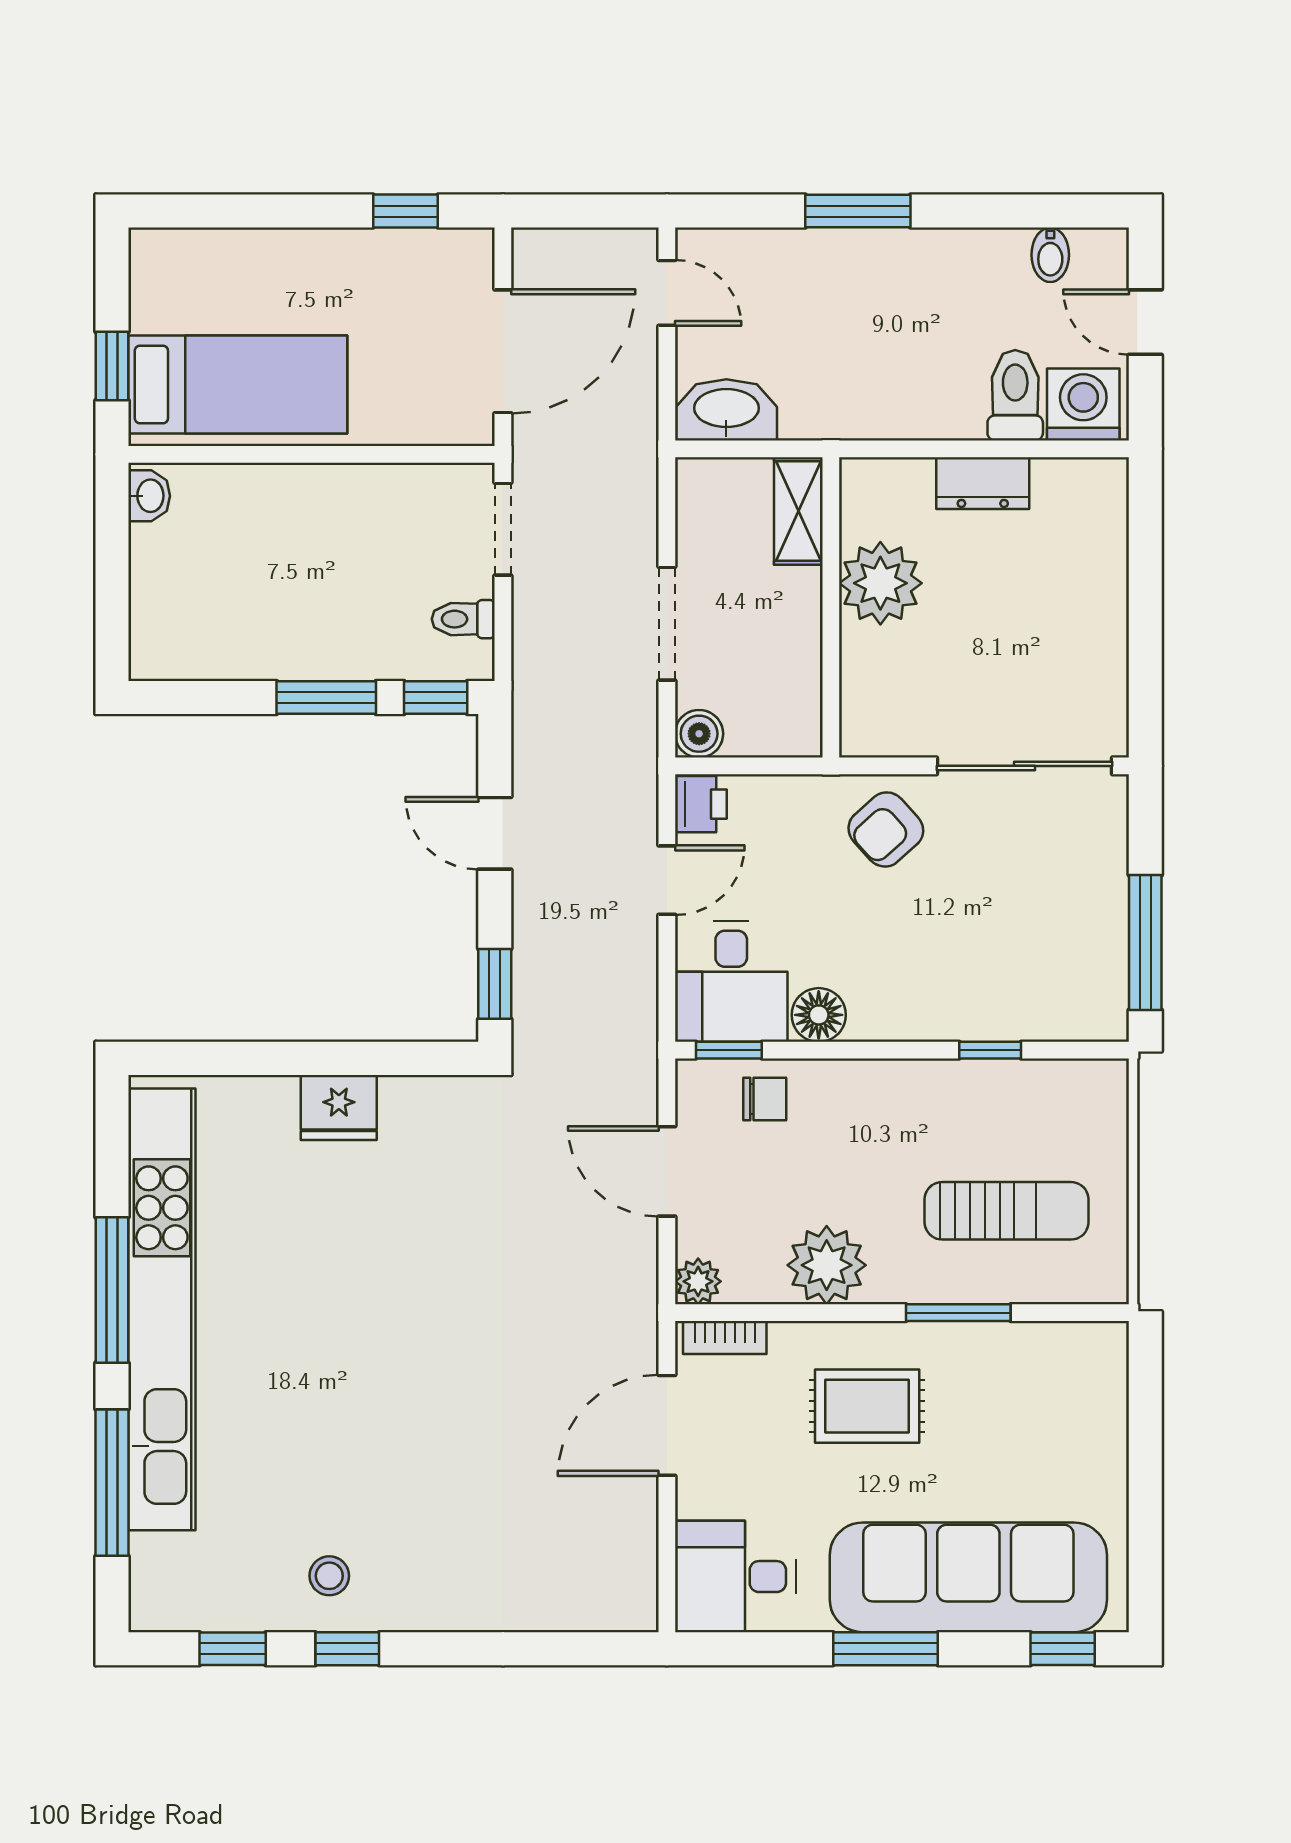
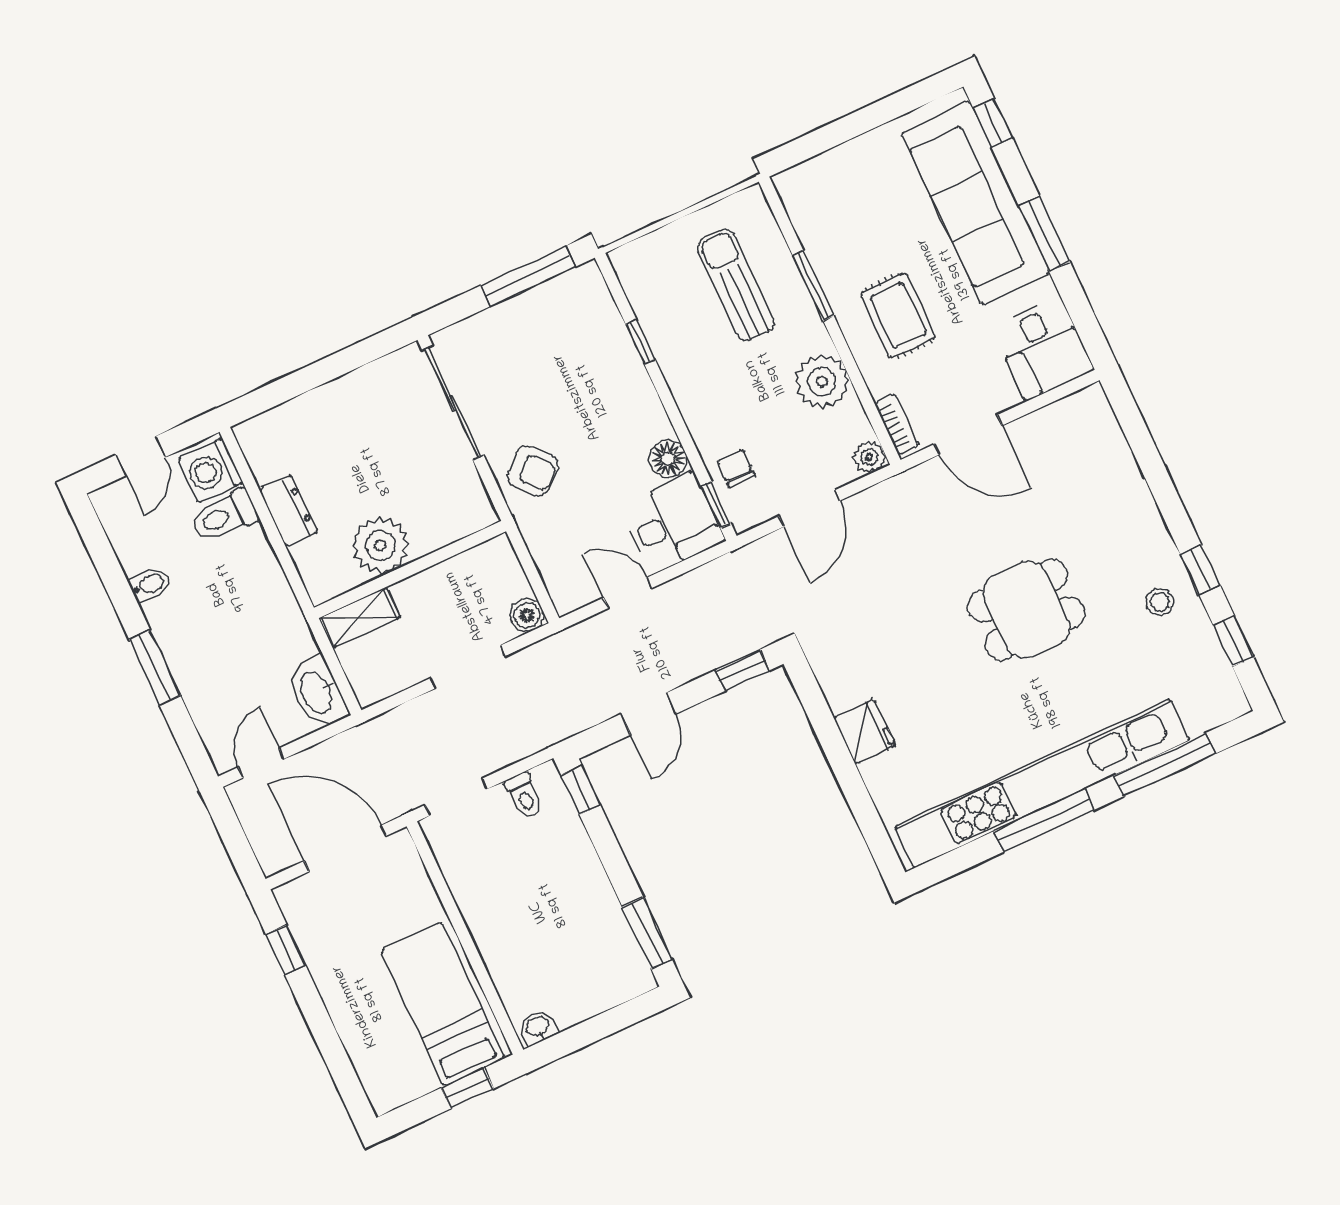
bidet: (1050, 255) -> (149, 584), moved
window: (326, 698) -> (647, 933), moved
printer: (701, 804) -> (570, 594), removed
dining table: (401, 1395) -> (1026, 610), added

